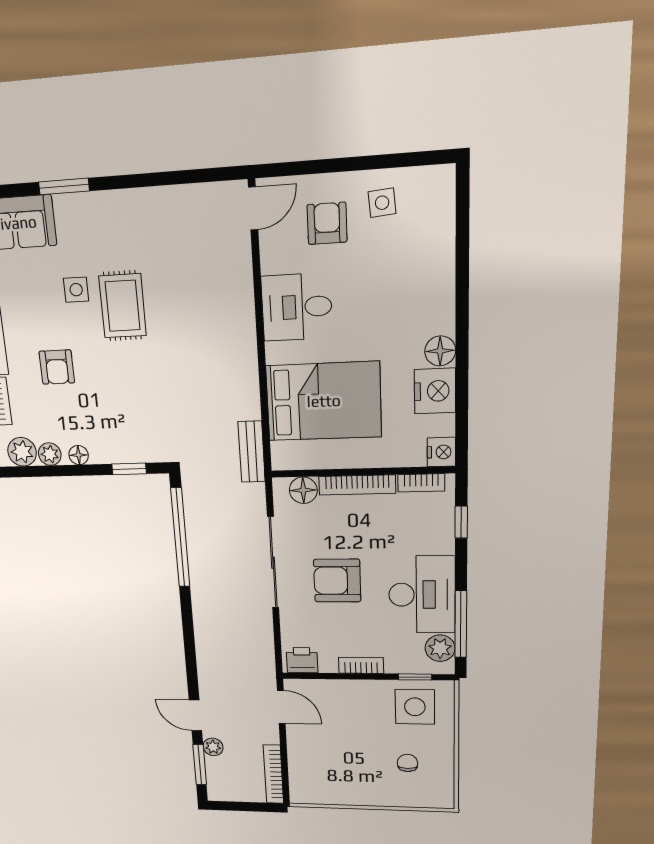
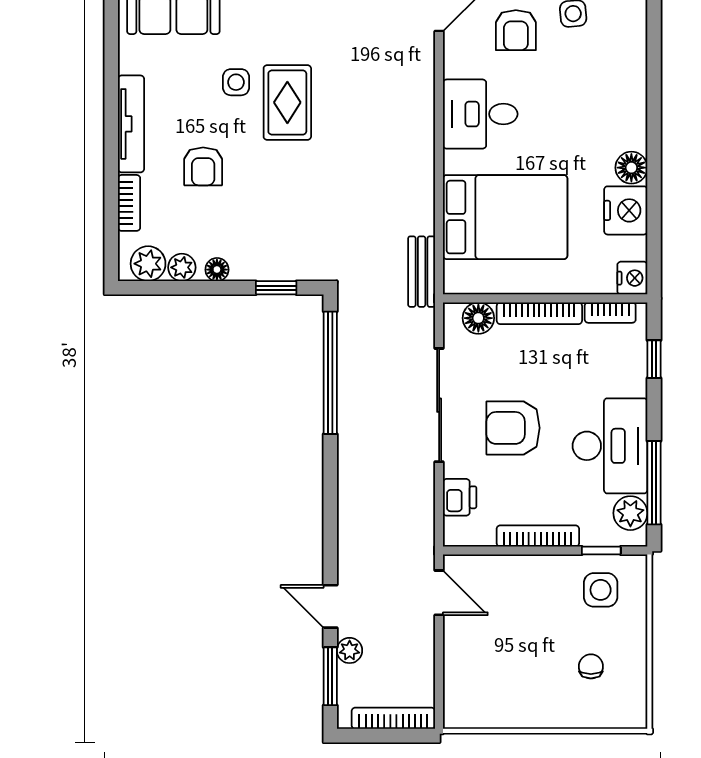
armchair: (327, 223) -> (516, 30), turned 180
printer: (302, 660) -> (460, 497), moved, turned 90
bookcase: (361, 665) -> (538, 536), width x1.56
side table: (415, 707) -> (601, 590), width x0.73, depth x0.73
bookcase: (273, 774) -> (393, 718), moved, turned 90

